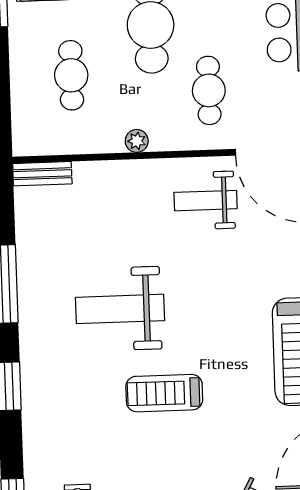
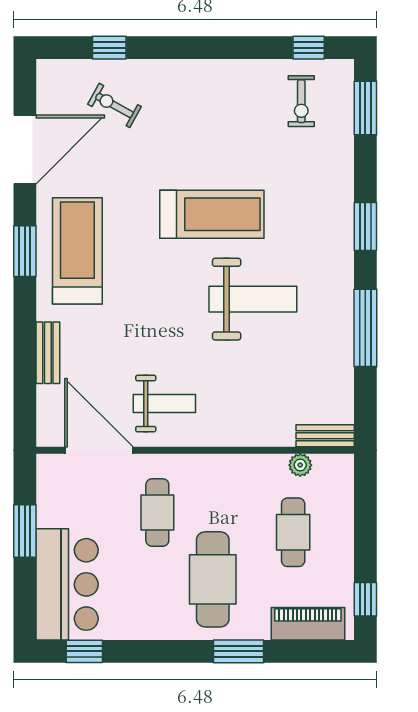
plant: (137, 141) -> (300, 465), moved
treadmill: (164, 393) -> (212, 214), width x1.37, depth x1.38

